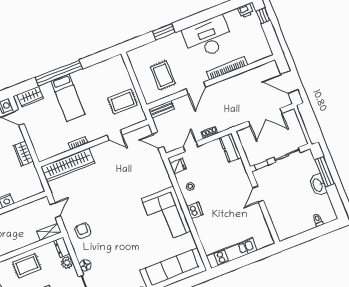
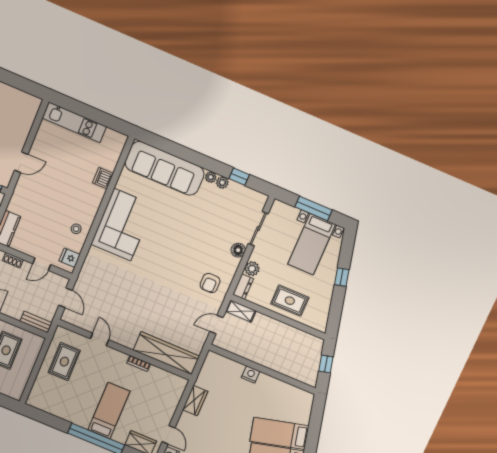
rug: (122, 102) -> (64, 362), turned 90
dishwasher: (195, 210) -> (103, 178), moved
kitchen unit: (232, 253) -> (74, 122), moved

